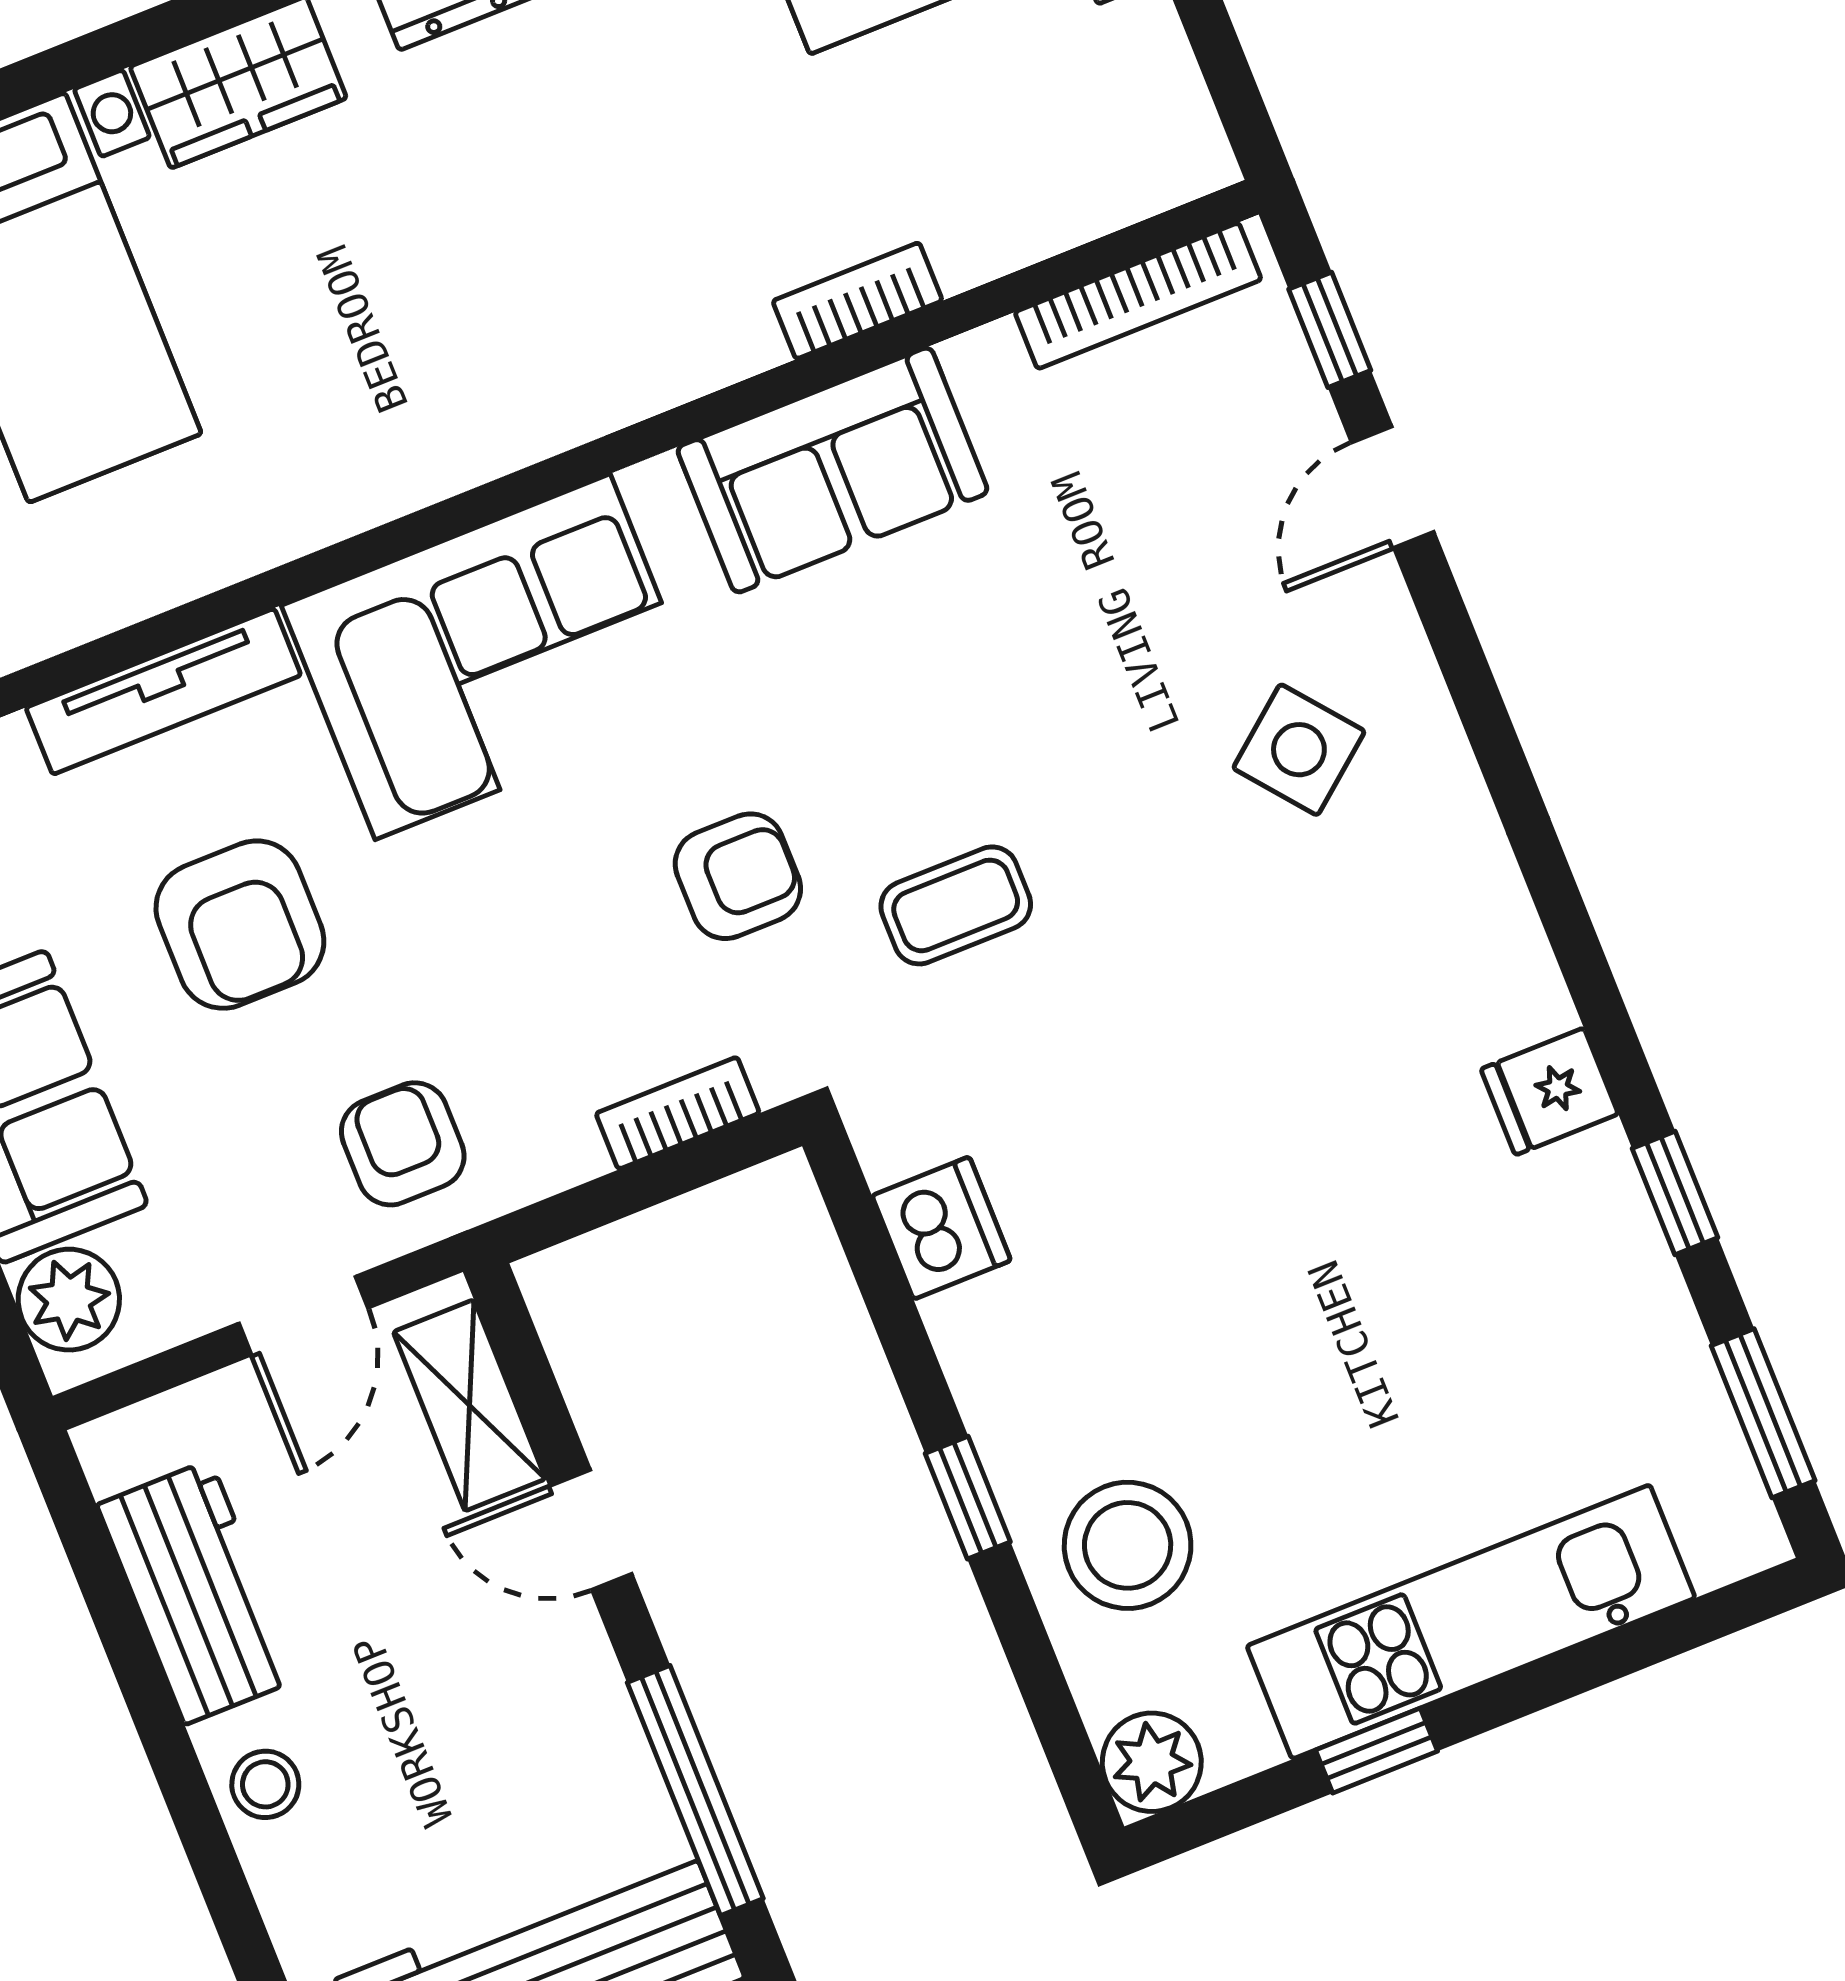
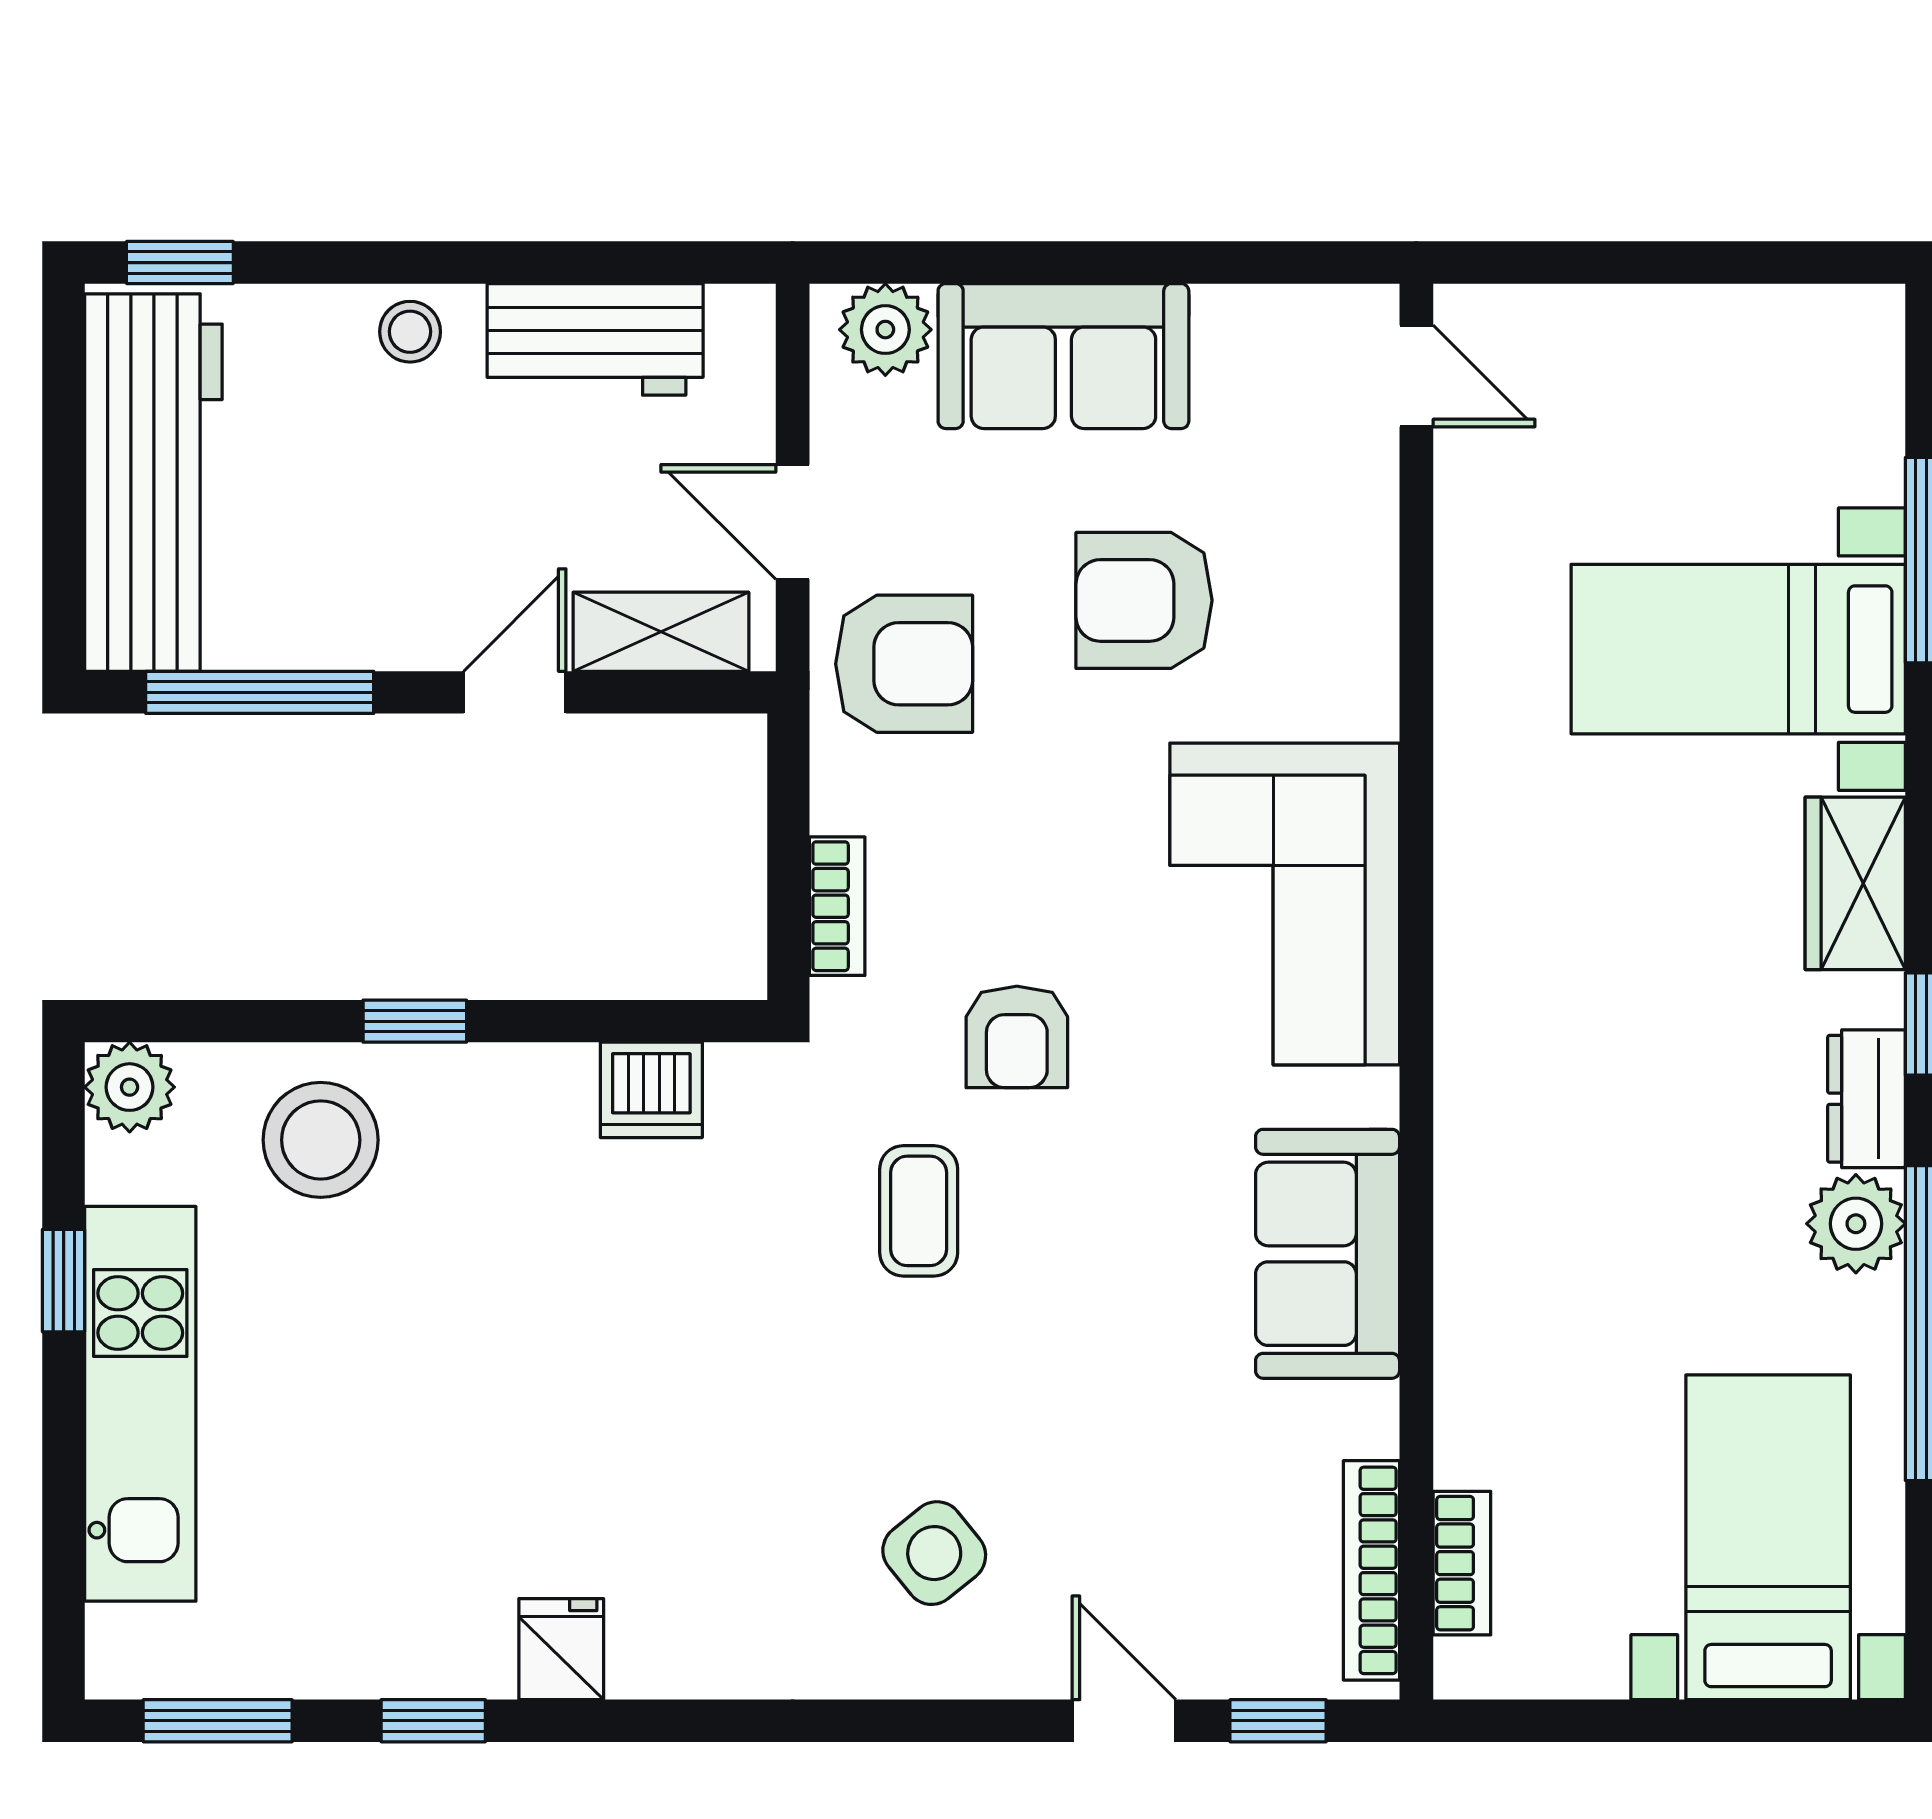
bookcase: (858, 301) -> (1462, 1563), moved
tv unit: (163, 691) -> (1367, 615), removed
armchair: (403, 1144) -> (904, 664), width x1.38, depth x1.38

